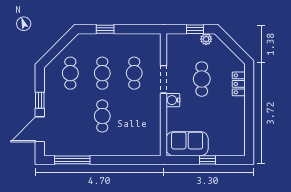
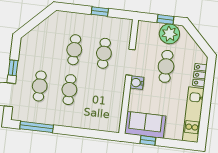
window: (105, 29) -> (100, 11), moved
plant: (206, 39) -> (169, 34), width x1.88, depth x1.88
cafe table: (70, 73) -> (40, 86), moved
kitchen unit: (237, 127) -> (193, 115), added
window: (207, 160) -> (148, 140), moved

